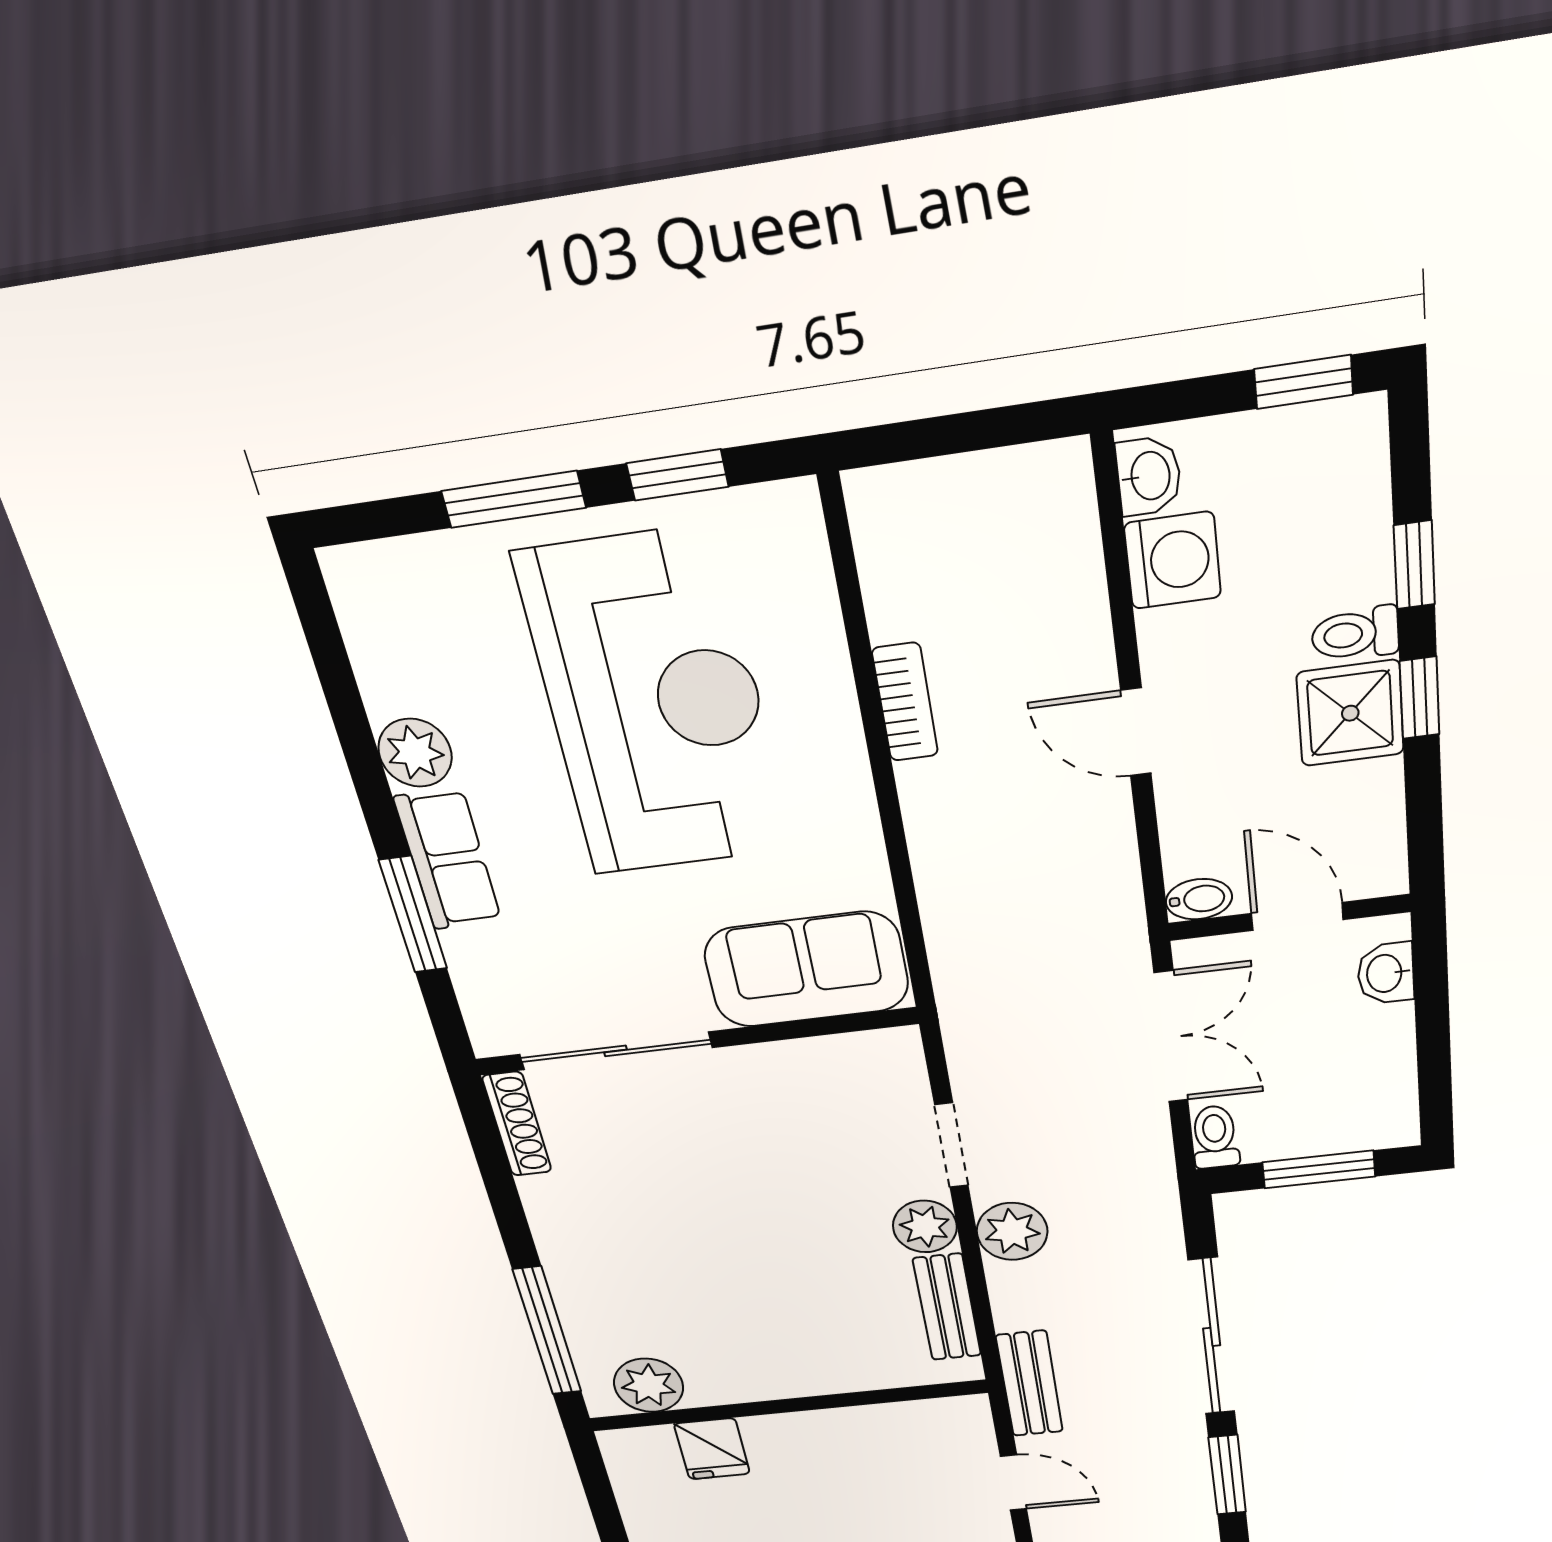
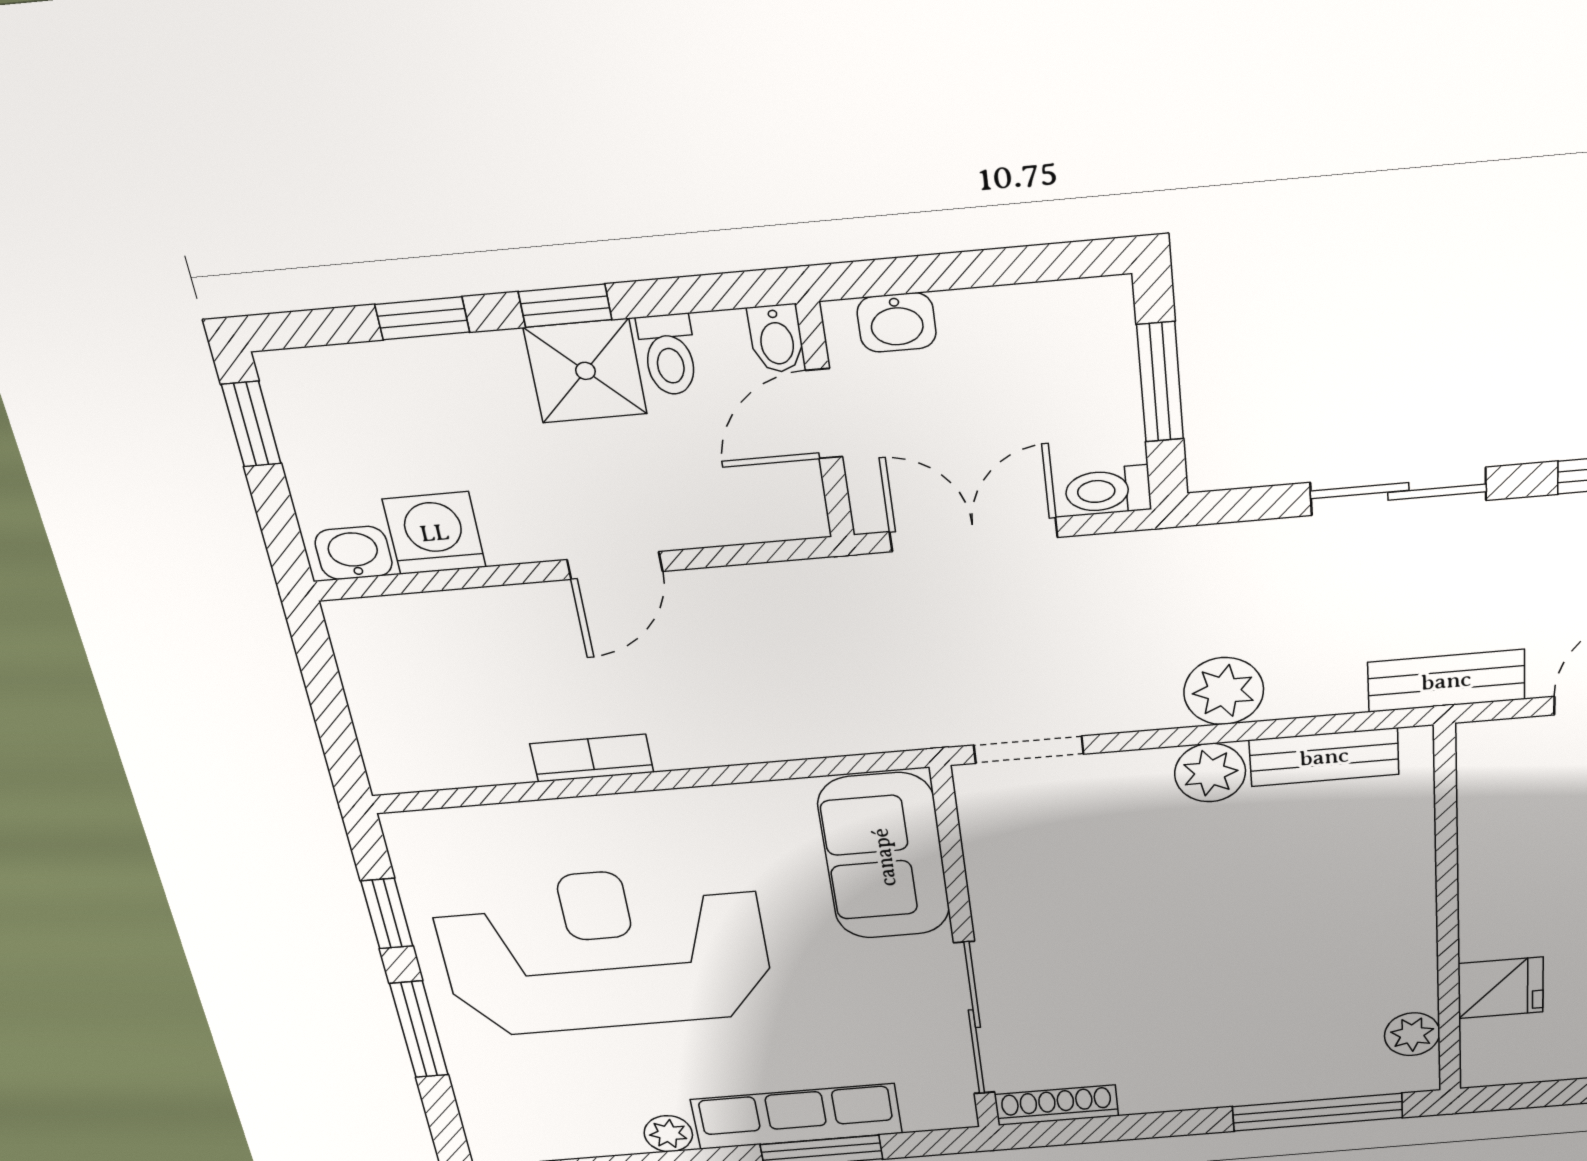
toilet: (1355, 634) -> (669, 355), moved
plant: (415, 753) -> (668, 1134), width x0.73, depth x0.73
row of seats: (448, 859) -> (797, 1116), width x1.48
bidet: (1199, 899) -> (776, 339), moved, turned 180
doorway: (951, 1145) -> (1029, 750), moved
sliding door: (1212, 1337) -> (1398, 491), width x0.73
plant: (649, 1385) -> (1412, 1034), width x0.73, depth x0.73

